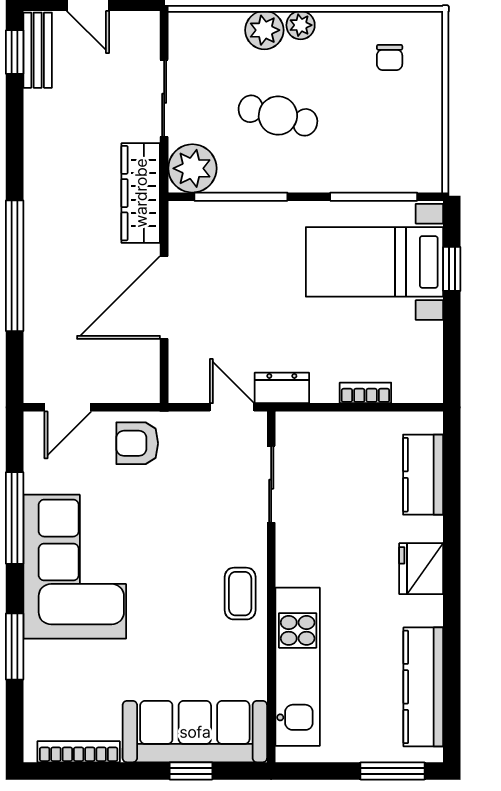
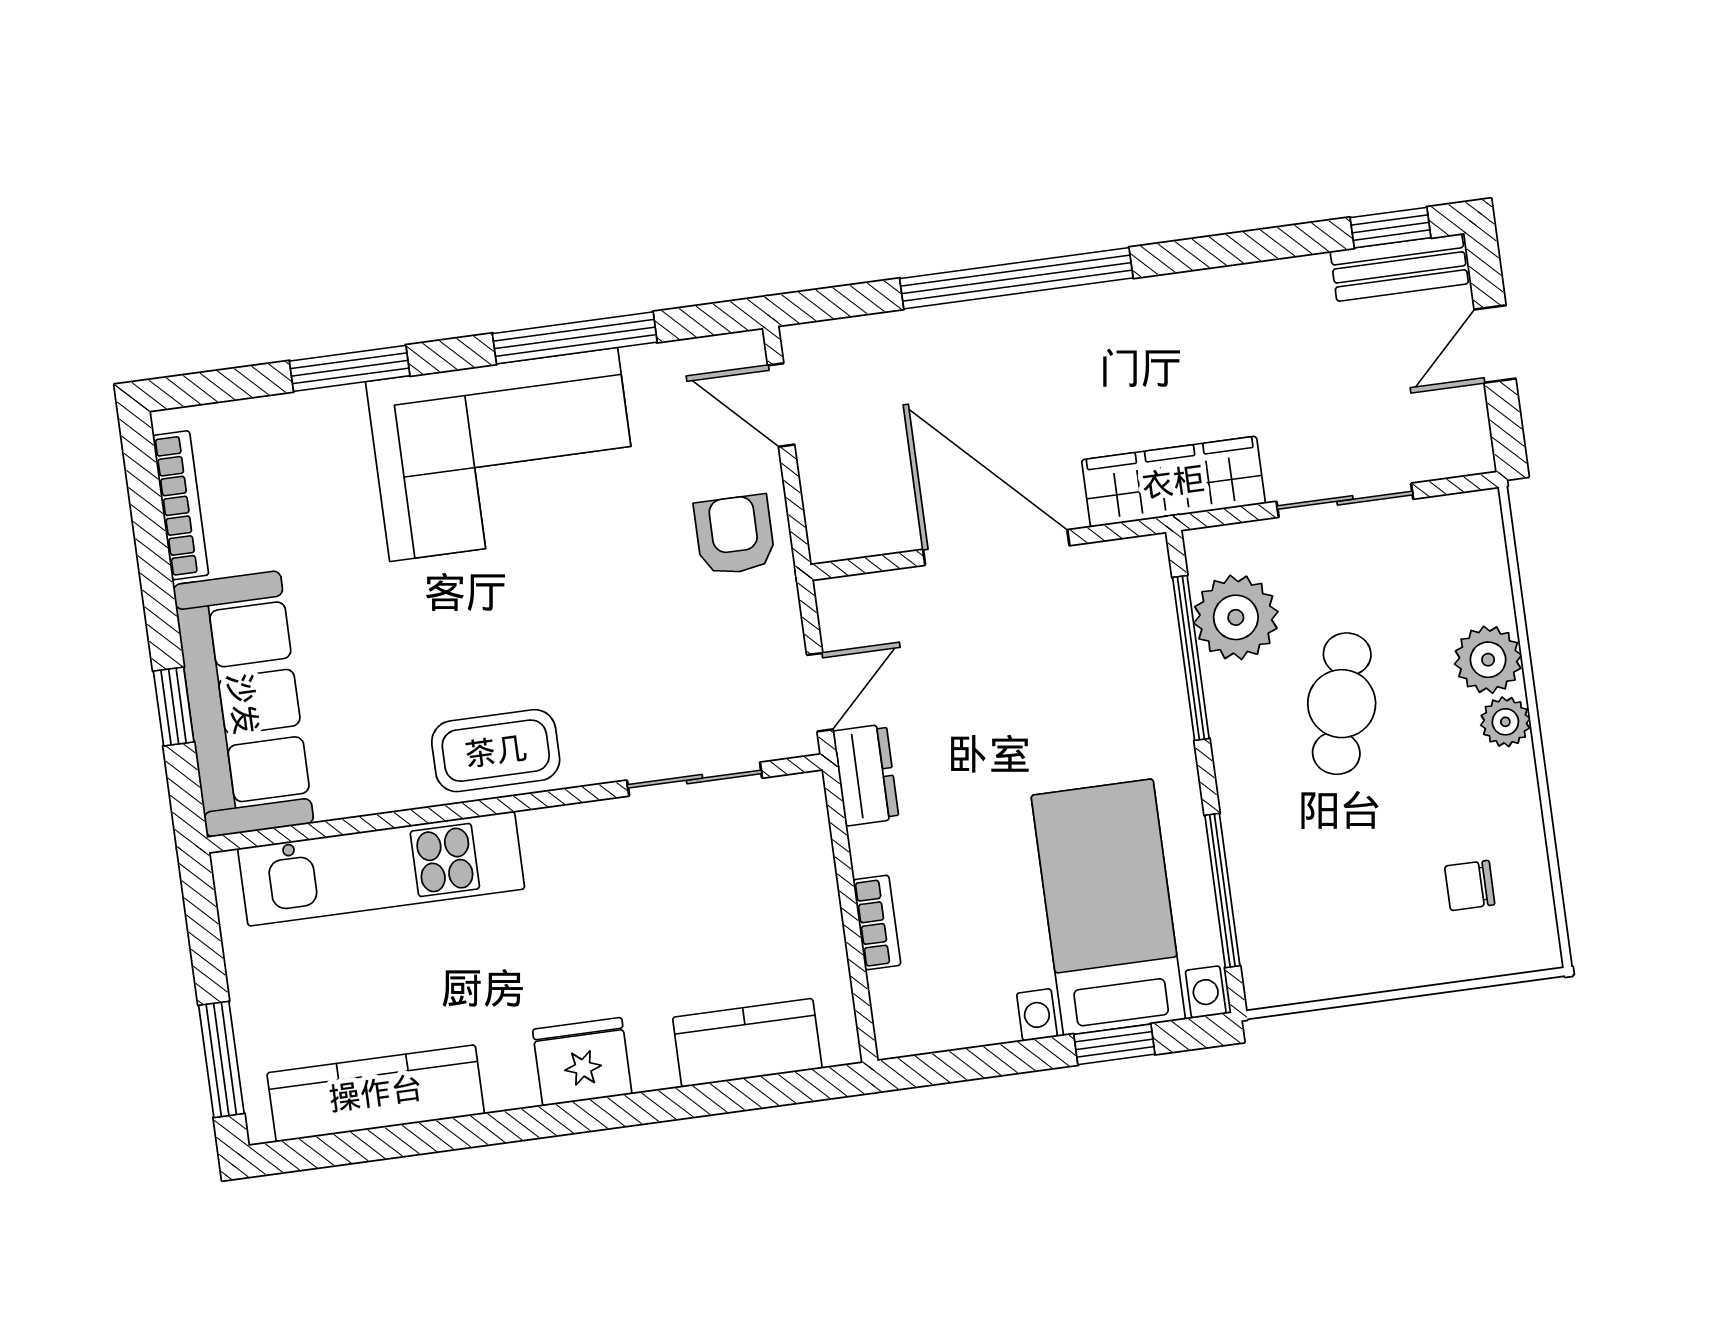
plant: (192, 168) -> (1236, 617), moved
coffee table: (240, 594) -> (496, 751), width x1.36, depth x1.30

